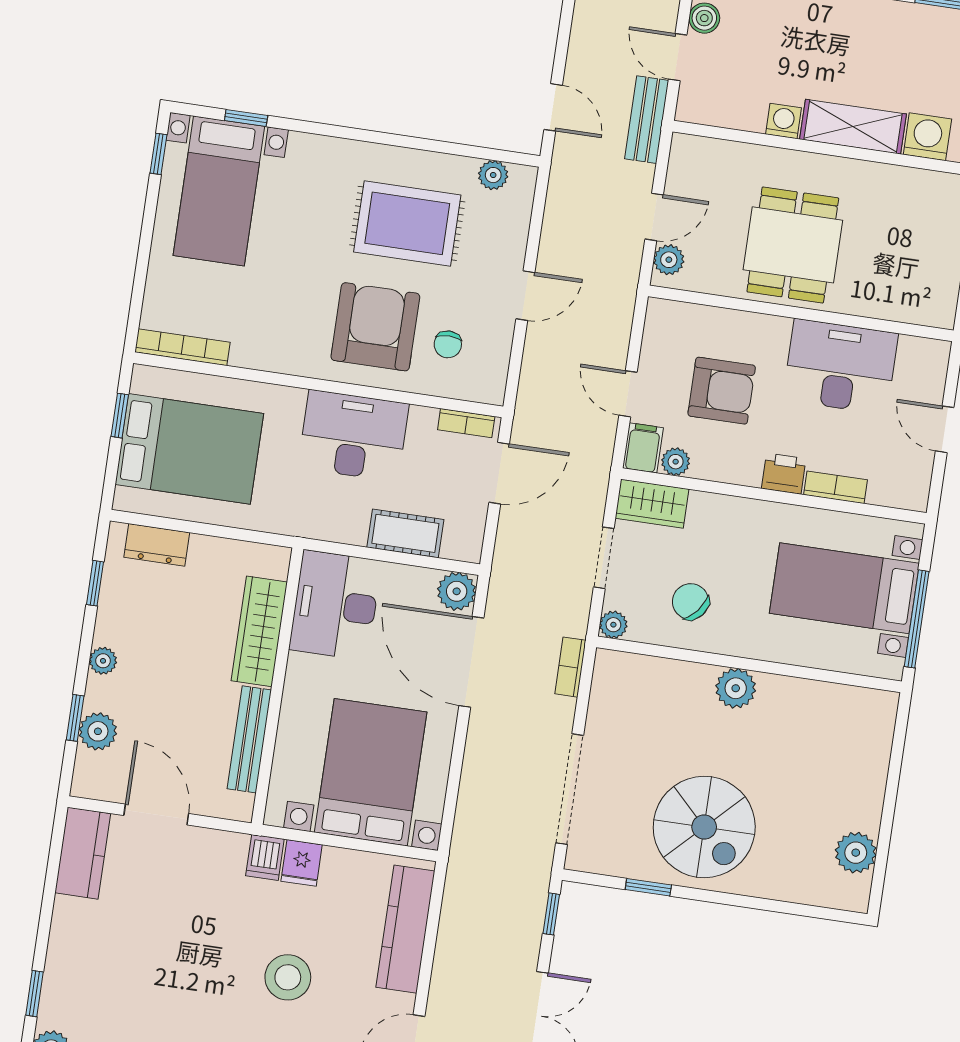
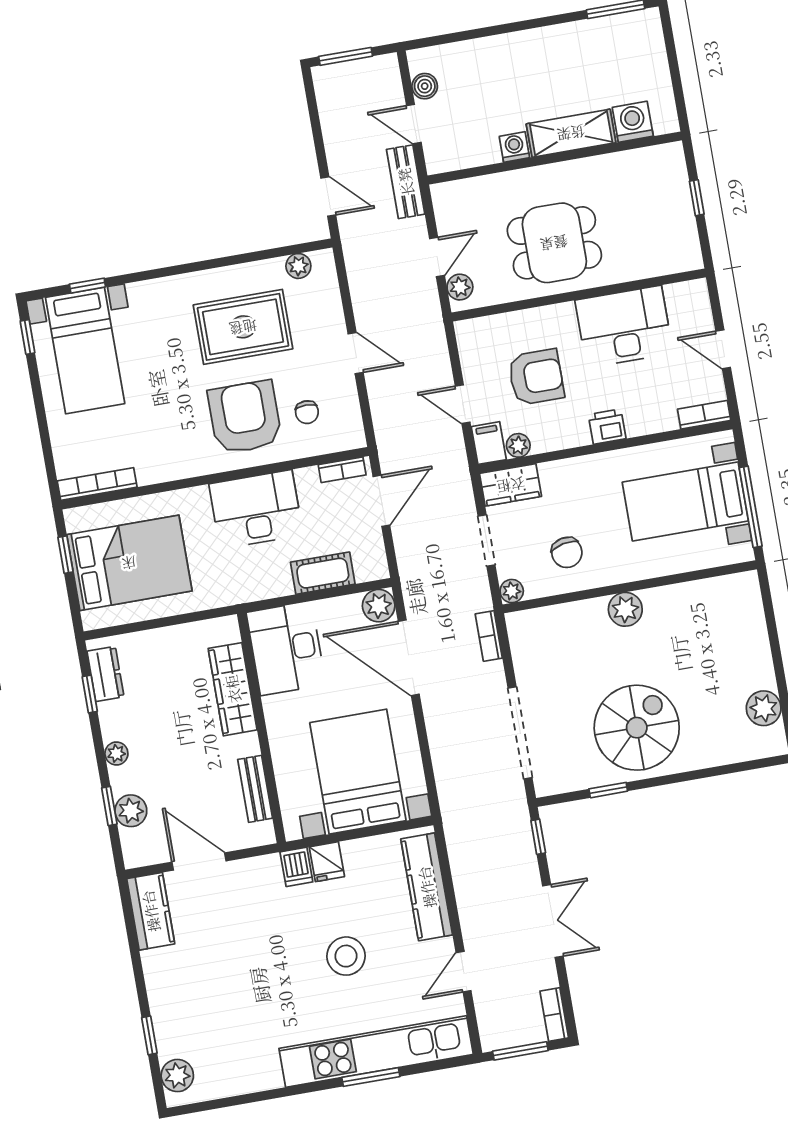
dining table: (793, 245) -> (554, 243), turned 90
door: (525, 296) -> (356, 353), hinge flipped
bookcase: (835, 487) -> (704, 415), moved
dresser: (157, 545) -> (106, 674), moved, turned -90
chair: (691, 602) -> (567, 552), turned -141
bench: (249, 739) -> (255, 789), width x0.73
spiral stairs: (704, 827) -> (637, 728), turned -90

